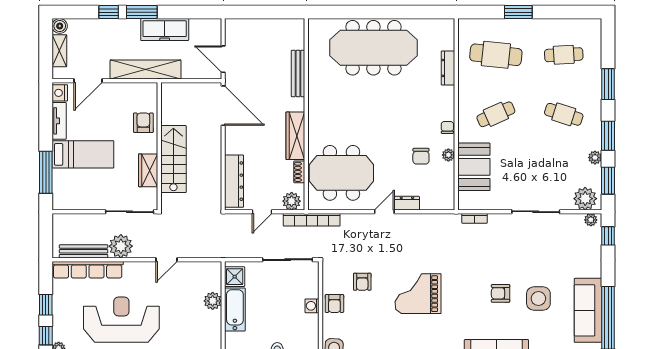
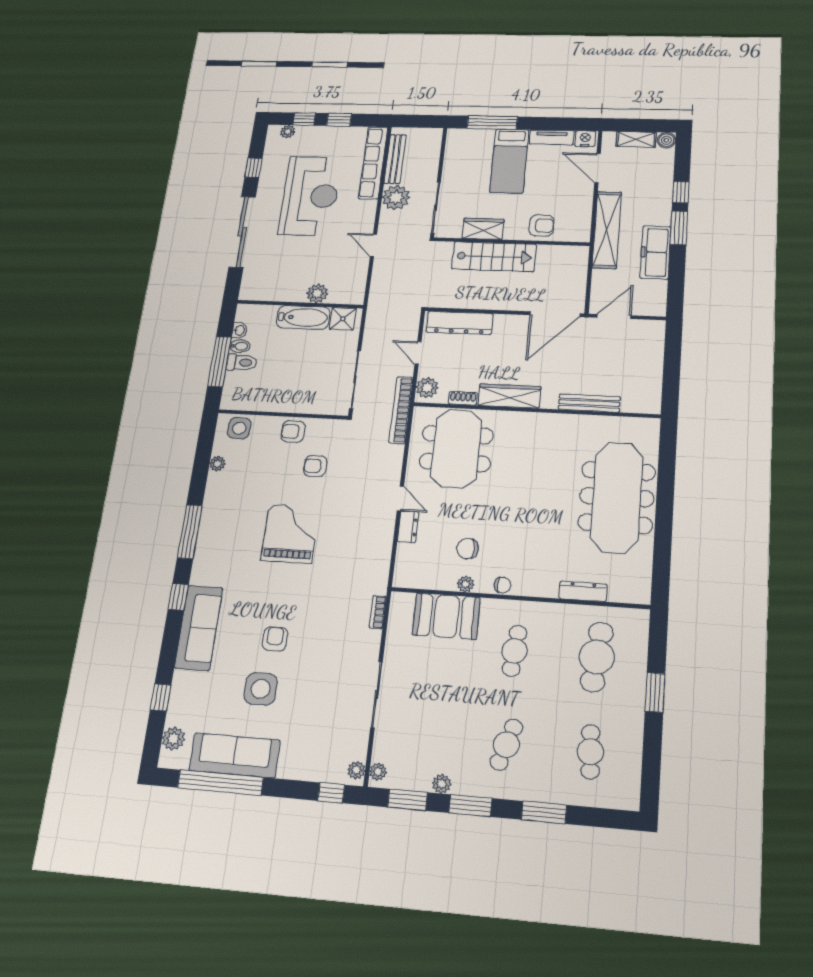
cafe table: (496, 114) -> (515, 651), turned 30
plant: (585, 199) -> (378, 772), width x0.53, depth x0.53
washing machine: (312, 306) -> (294, 405), removed

